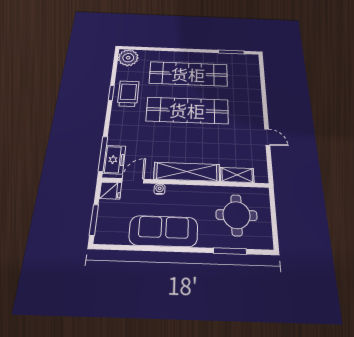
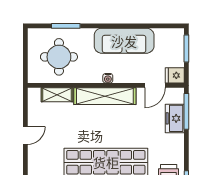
door: (267, 137) -> (25, 135), swing flipped
freezer: (114, 160) -> (175, 118), moved
water cooler: (160, 189) -> (108, 78), moved

